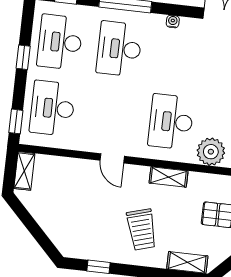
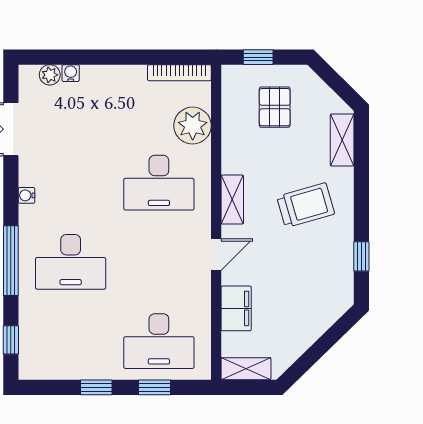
desk: (60, 42) -> (71, 341), removed
window: (16, 121) -> (155, 387), moved
filing cabinet: (70, 169) -> (236, 308), added
shelving: (169, 177) -> (232, 200), moved

